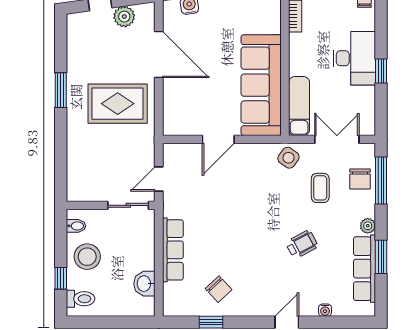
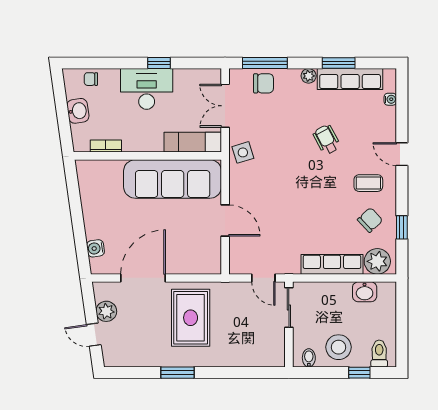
side table: (289, 158) -> (243, 152), turned 38
coffee table: (320, 188) -> (368, 183), moved
plant: (176, 297) -> (377, 261), added
water cooler: (325, 310) -> (390, 99), moved

